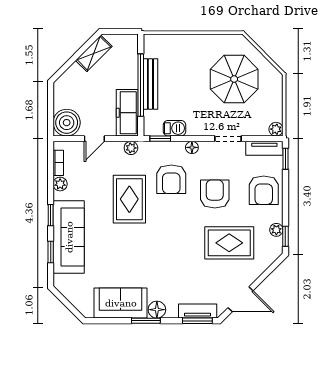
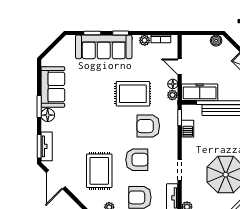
boiler: (67, 123) -> (216, 41), moved, width x0.54, depth x0.54
floor lamp: (192, 147) -> (173, 84), moved

